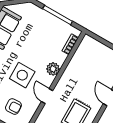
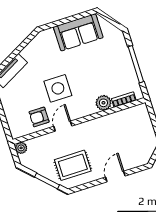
plant: (53, 69) -> (103, 103), moved
armchair: (13, 107) -> (39, 117), moved, turned 93

